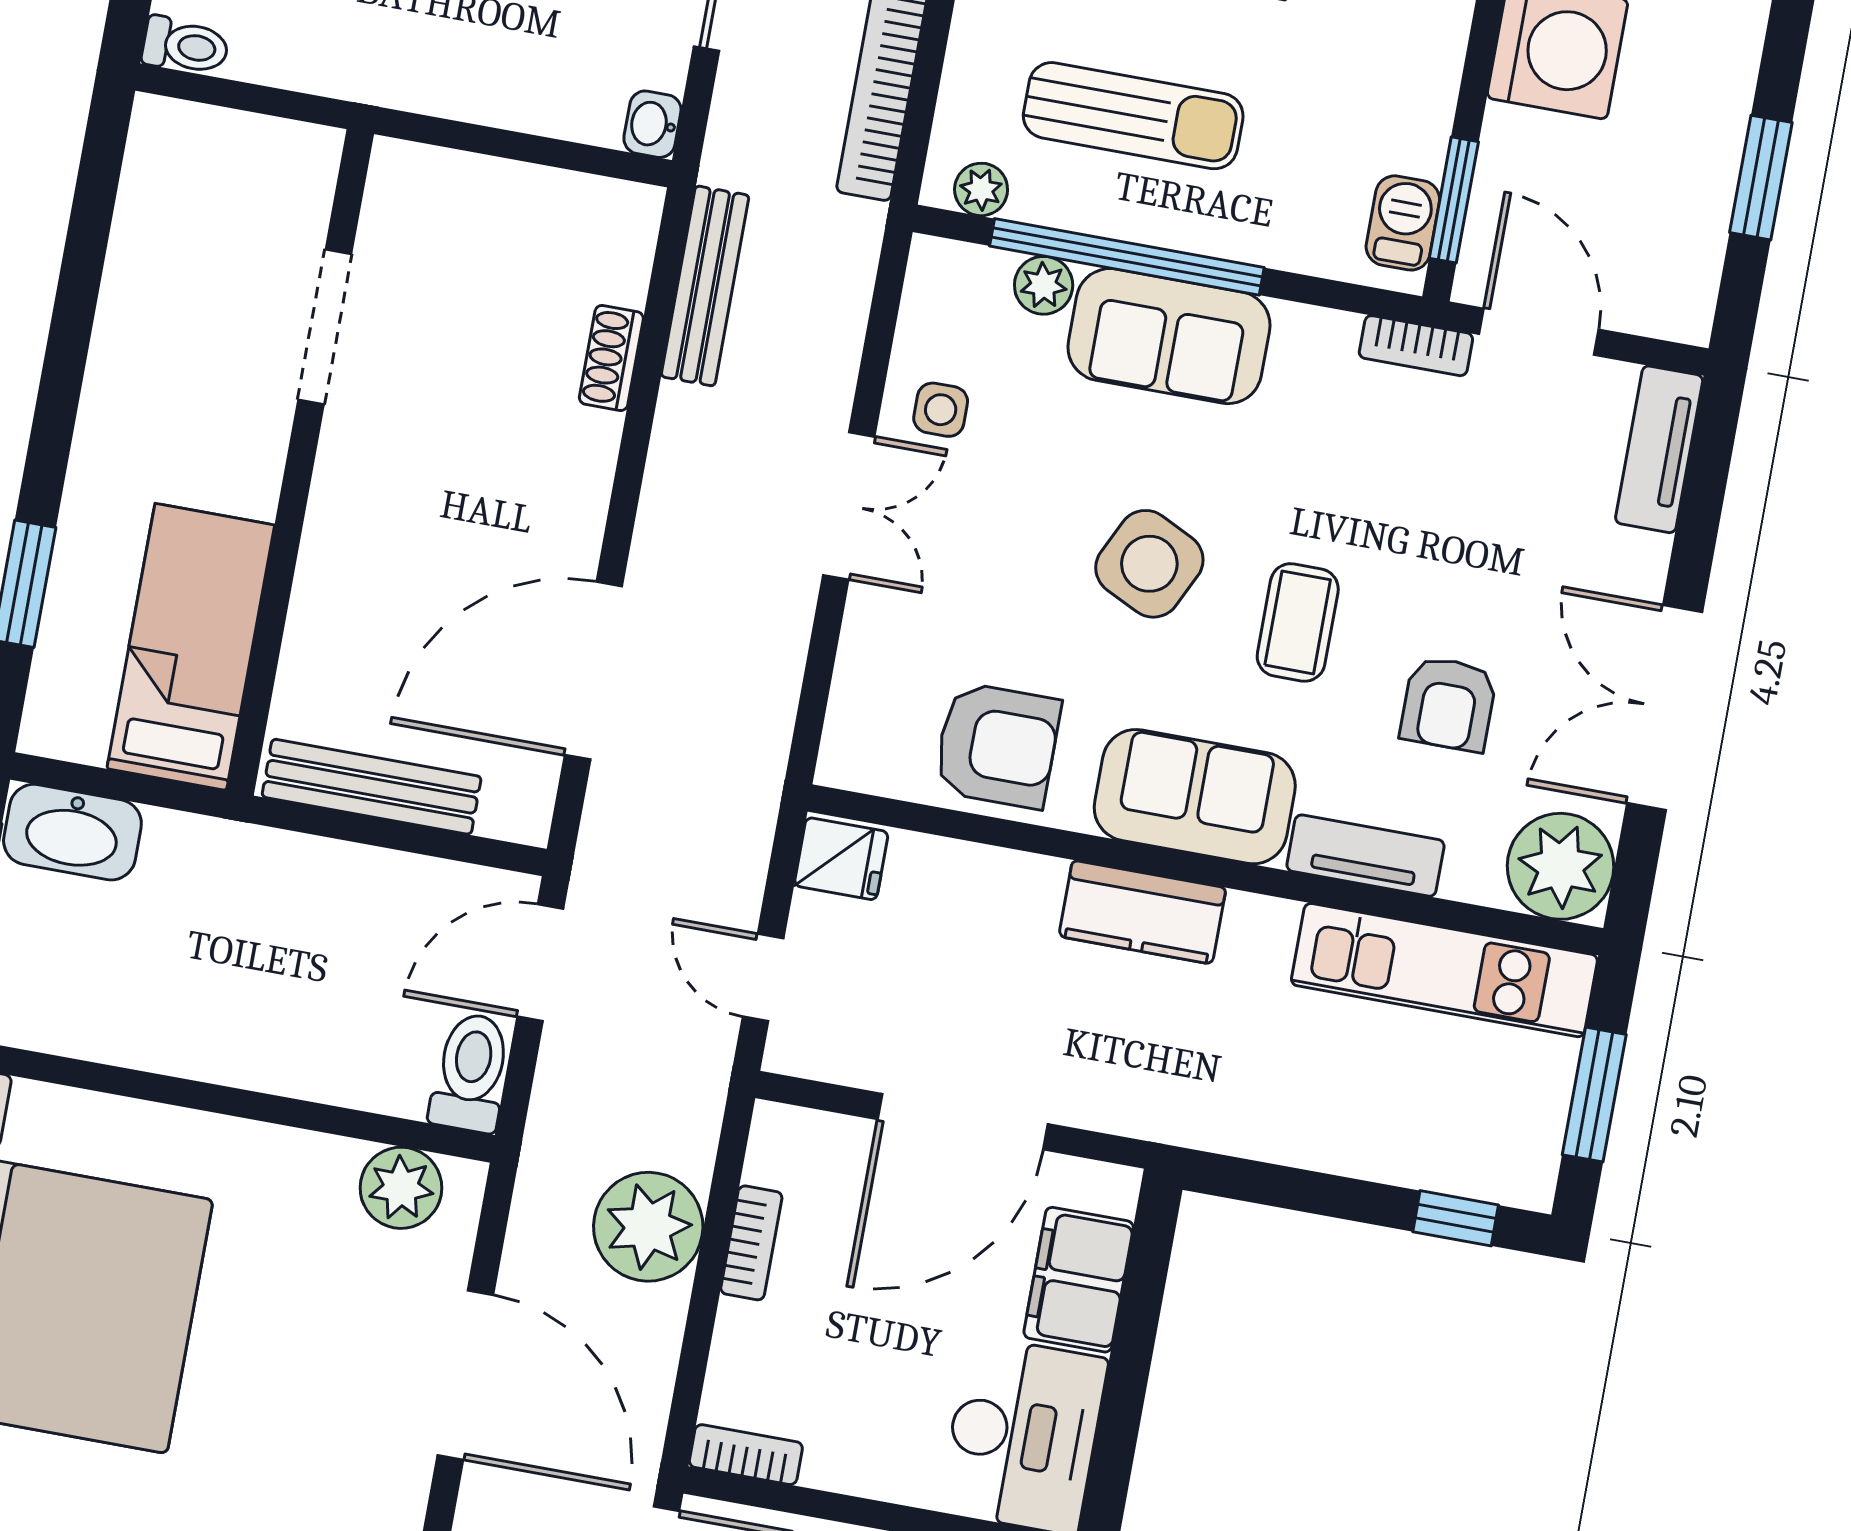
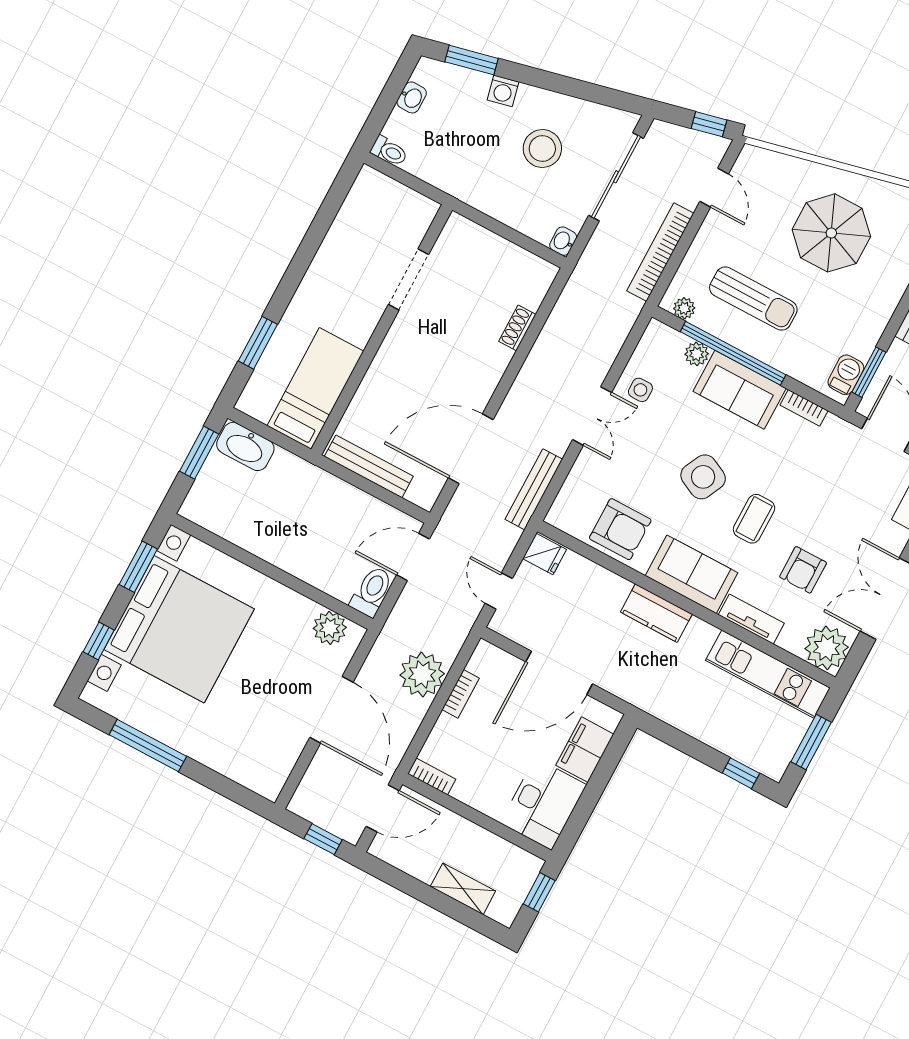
bench: (705, 286) -> (534, 489), moved
bookcase: (1416, 346) -> (804, 408), moved

